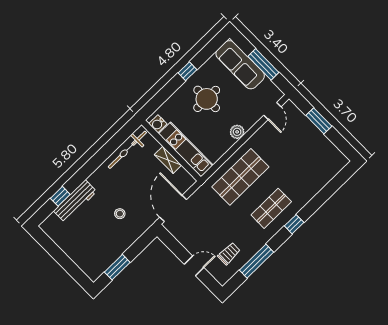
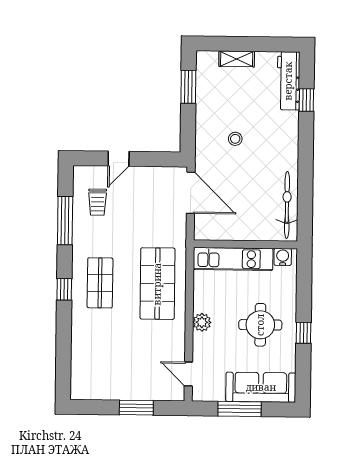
shelving: (168, 160) -> (237, 59), moved
workbench: (75, 201) -> (288, 81), moved

